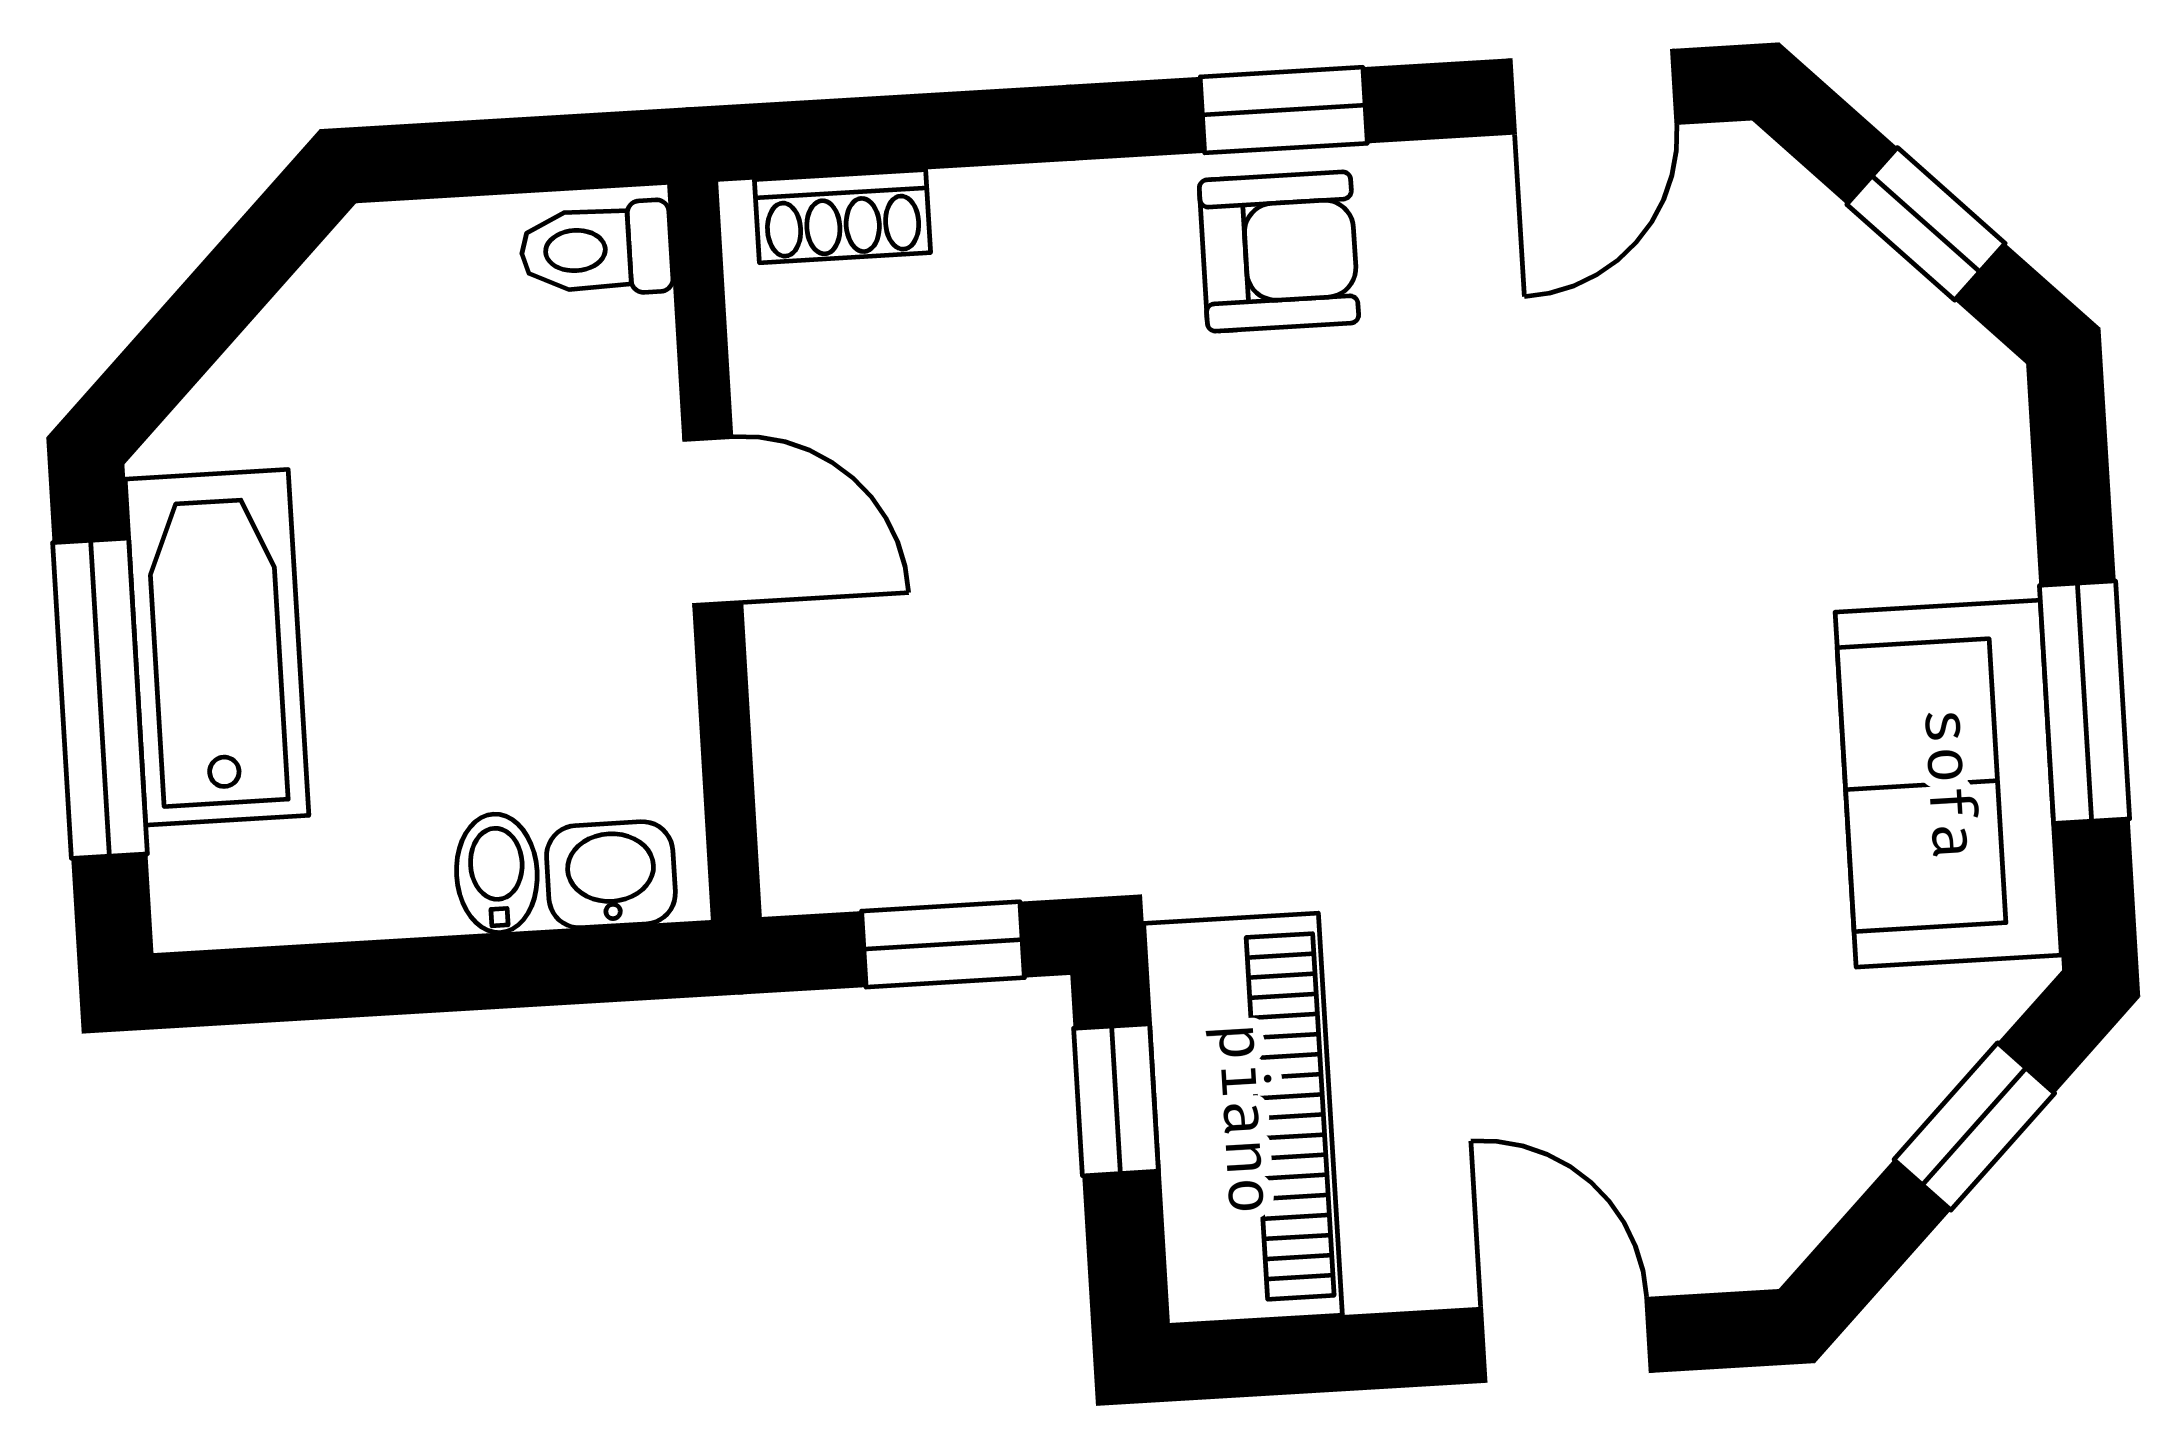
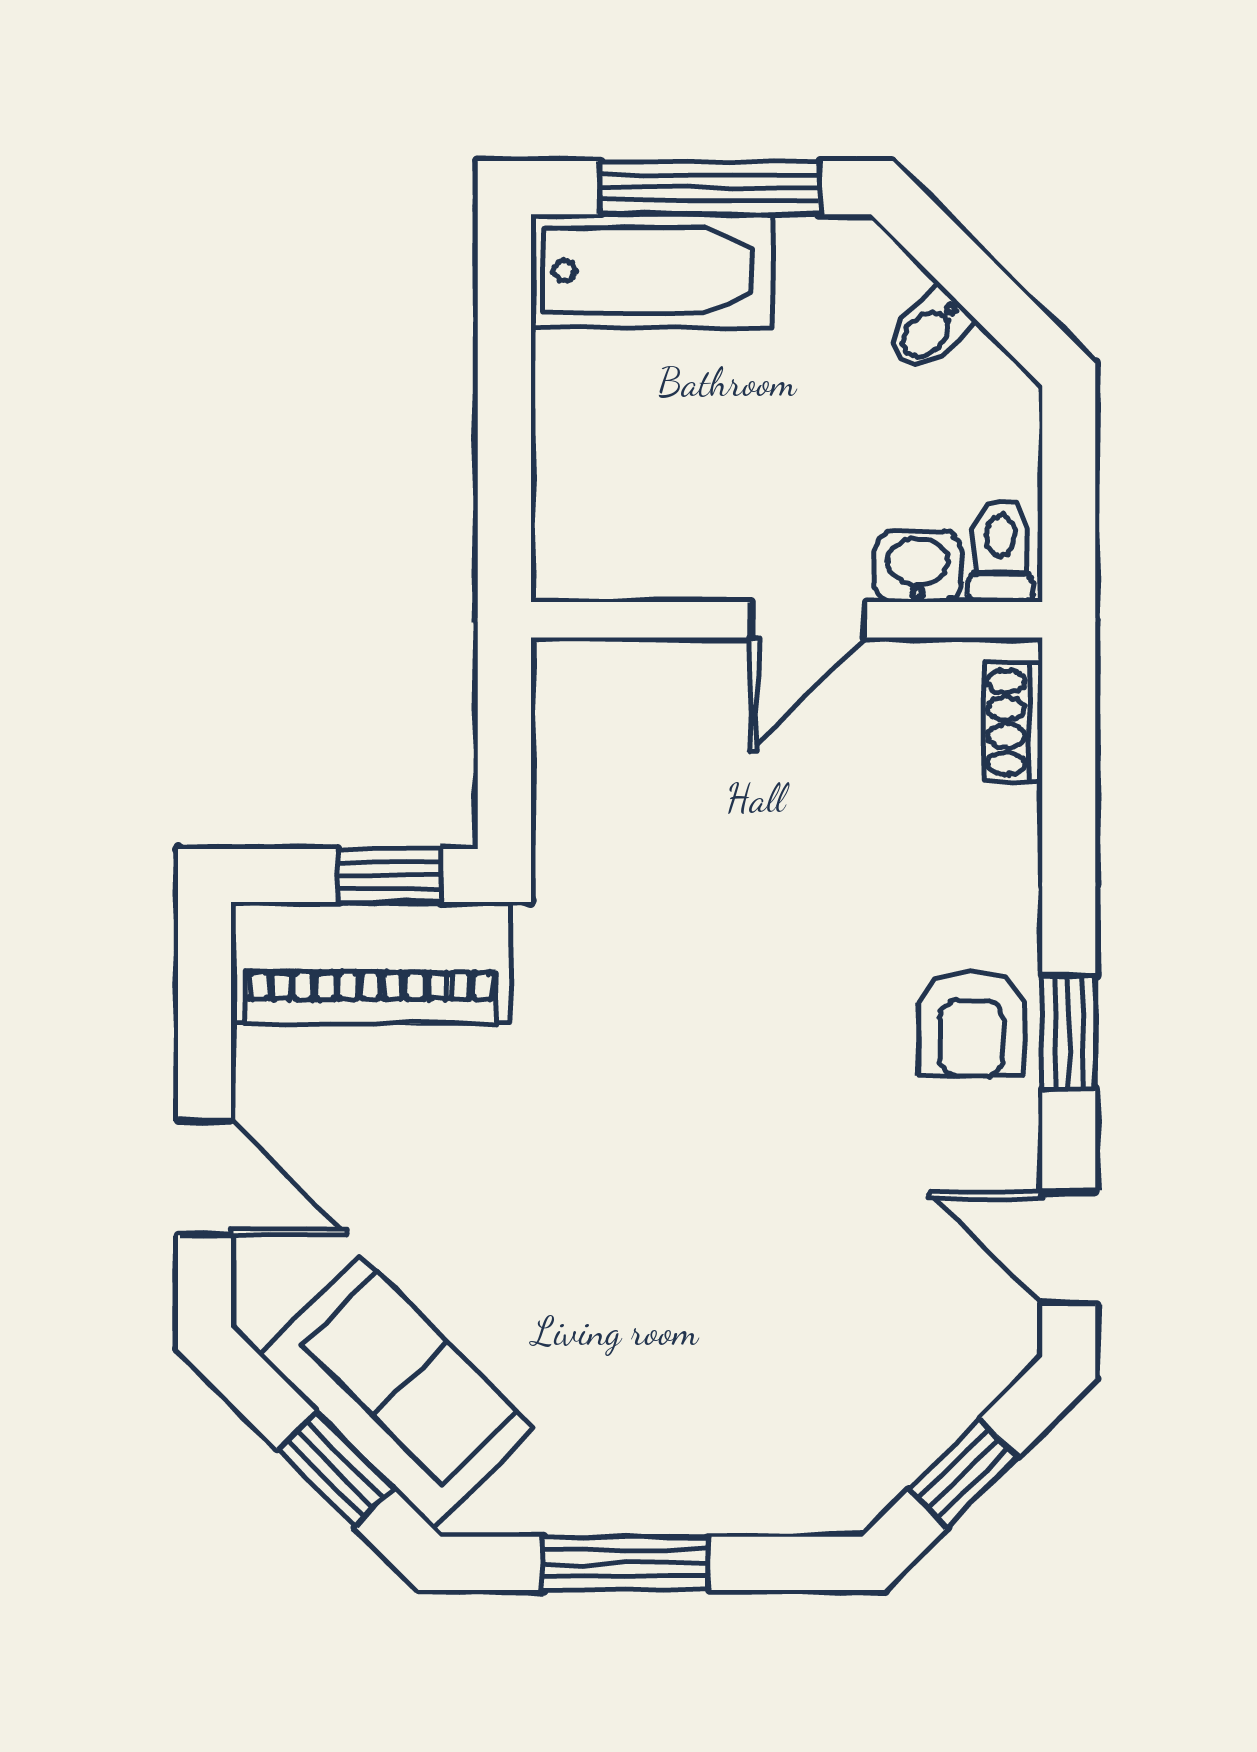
bathtub: (217, 647) -> (651, 271), moved
sofa: (1948, 784) -> (396, 1392), moved, turned 45
bidet: (497, 873) -> (929, 331), moved, turned 135
washbasin: (611, 875) -> (918, 567), moved, turned -90
window: (943, 944) -> (504, 762), removed
door: (1566, 1340) -> (205, 1178), hinge flipped

